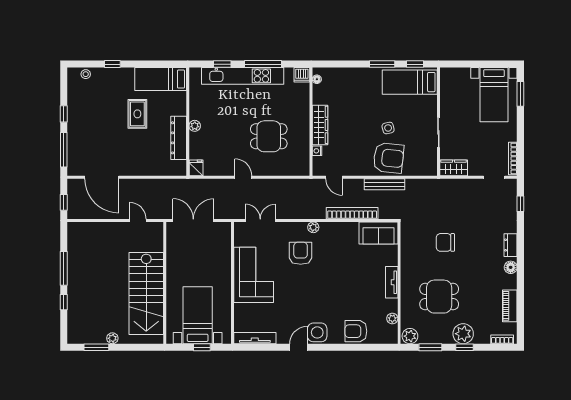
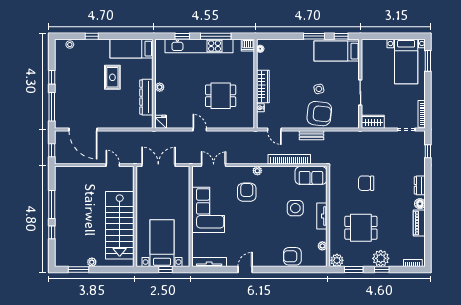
bench: (384, 184) -> (312, 135), width x0.73
piano: (510, 306) -> (419, 223), moved
side table: (317, 332) -> (295, 208), moved

